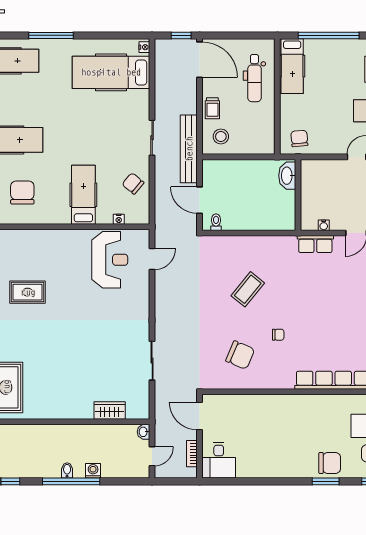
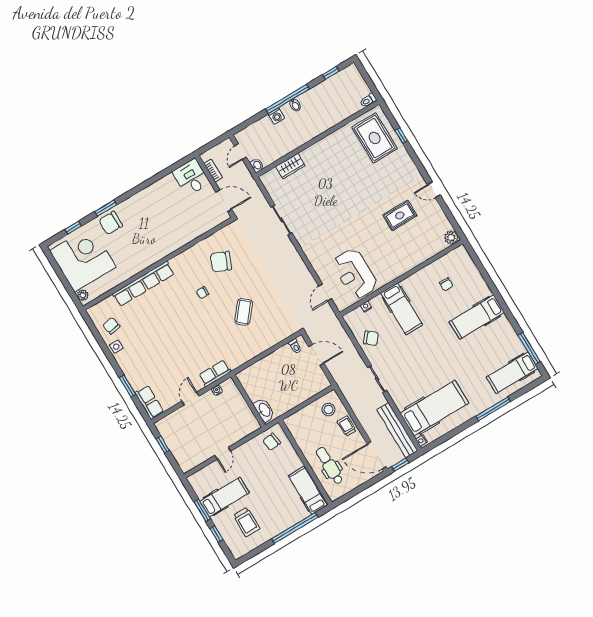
chair: (299, 138) -> (272, 442), turned 88
bench: (189, 149) -> (397, 430), moved
chair: (22, 192) -> (446, 284), width x0.54, depth x0.54

